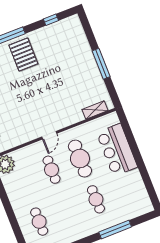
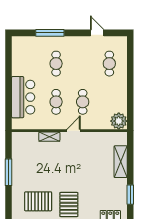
pallet: (57, 45) -> (38, 201), added
shelving: (95, 110) -> (49, 137), moved
cafe table: (80, 159) -> (56, 102), width x0.73, depth x0.74

